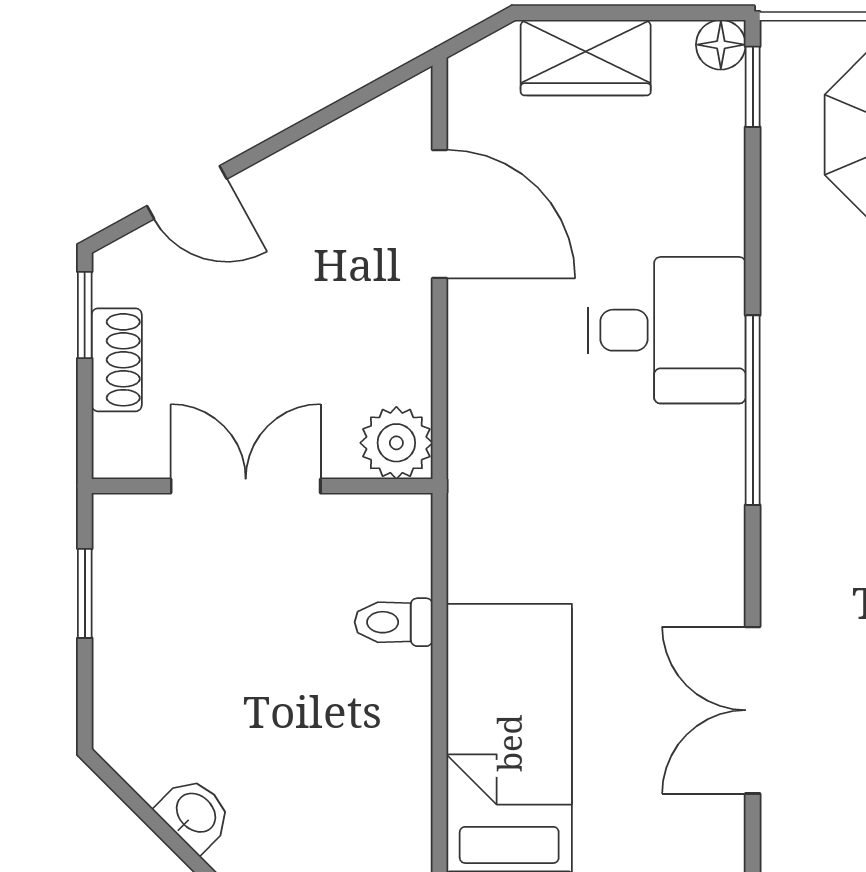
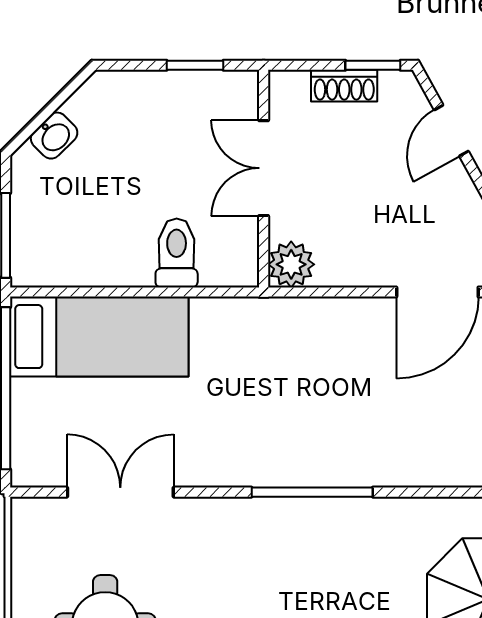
desk: (667, 330) -> (363, 437), removed
double door: (246, 486) -> (264, 168), swing flipped
toilet: (394, 622) -> (177, 253), width x1.37, depth x1.39

